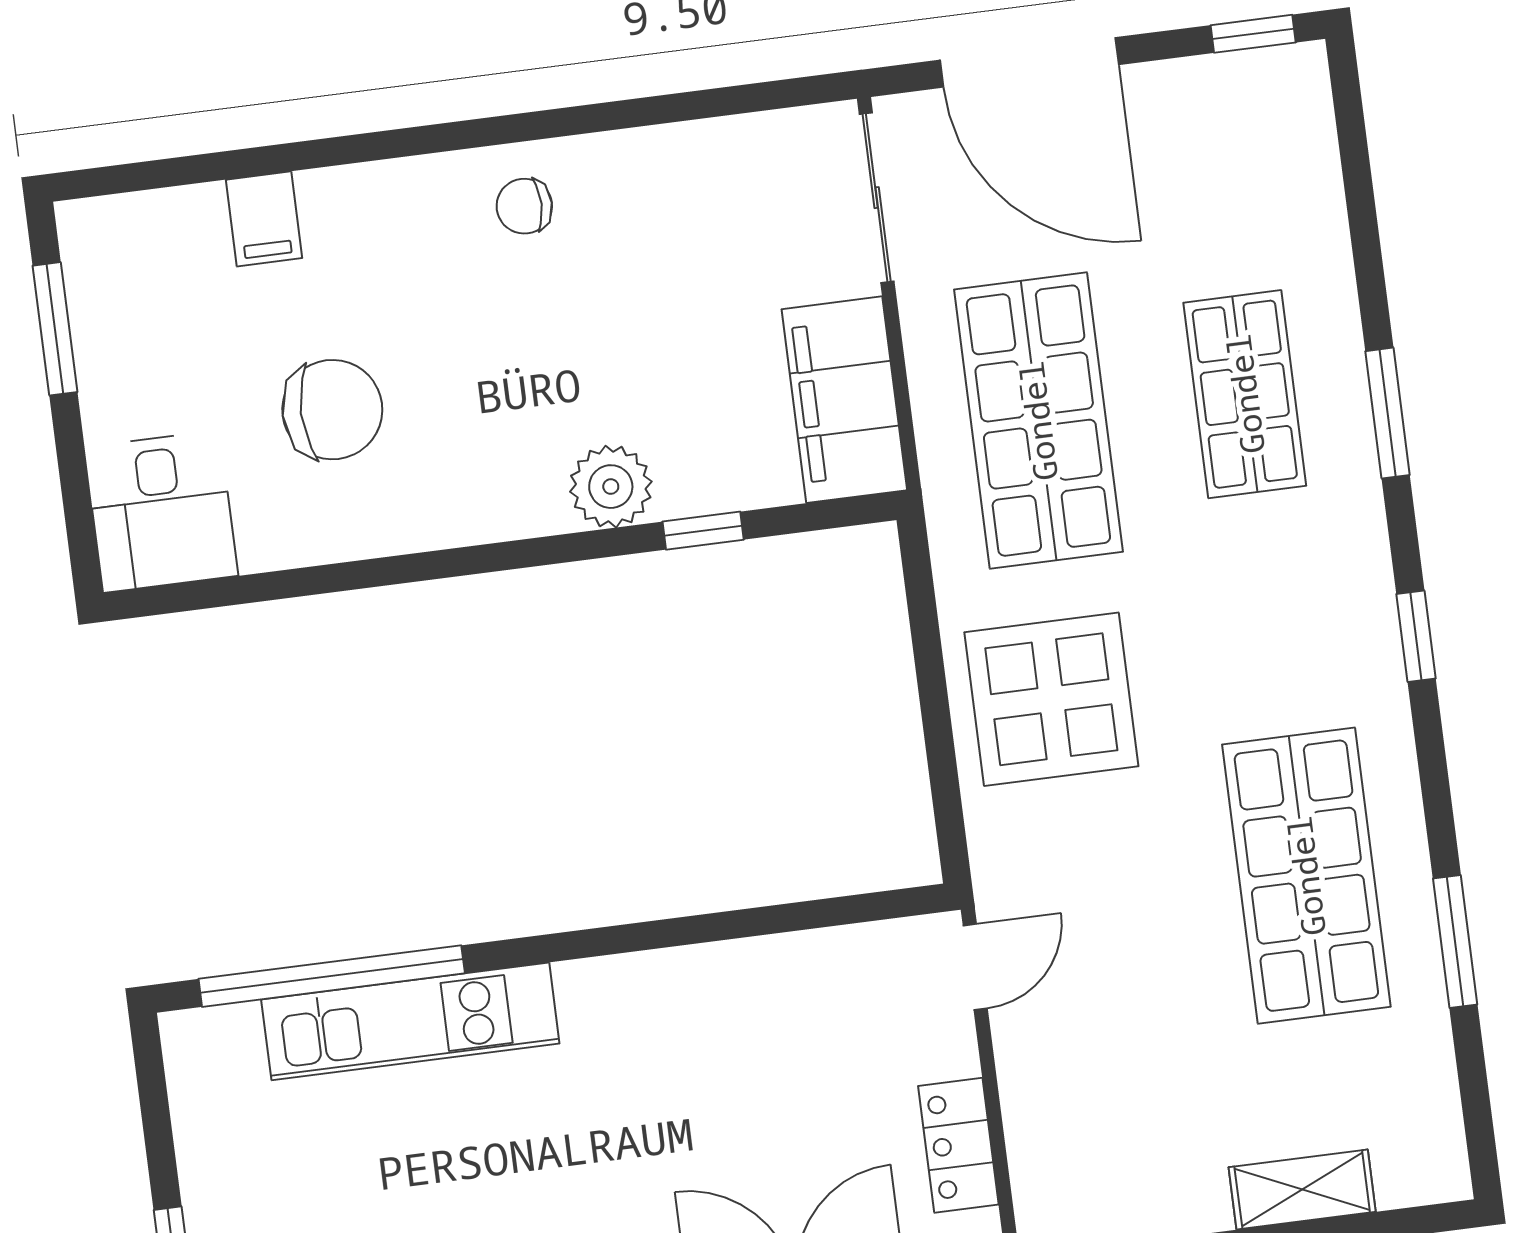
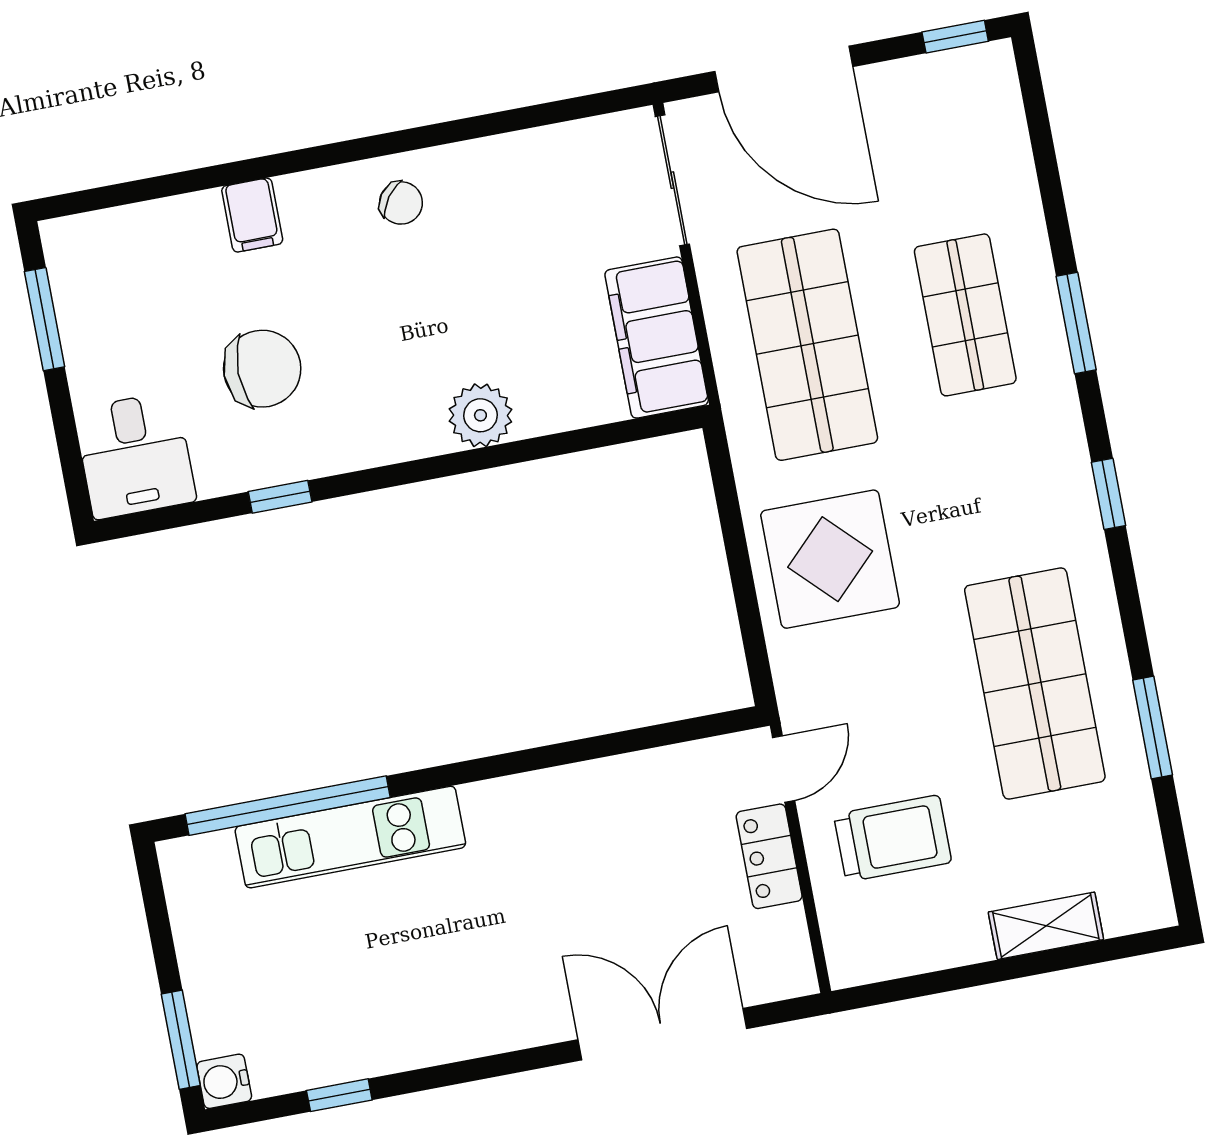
chair: (524, 206) -> (401, 203), turned -144
filing cabinet: (264, 219) -> (252, 215), moved
window: (703, 531) -> (280, 497), moved
trolley: (1111, 1065) -> (893, 838), added
locker: (958, 1145) -> (769, 856), moved

